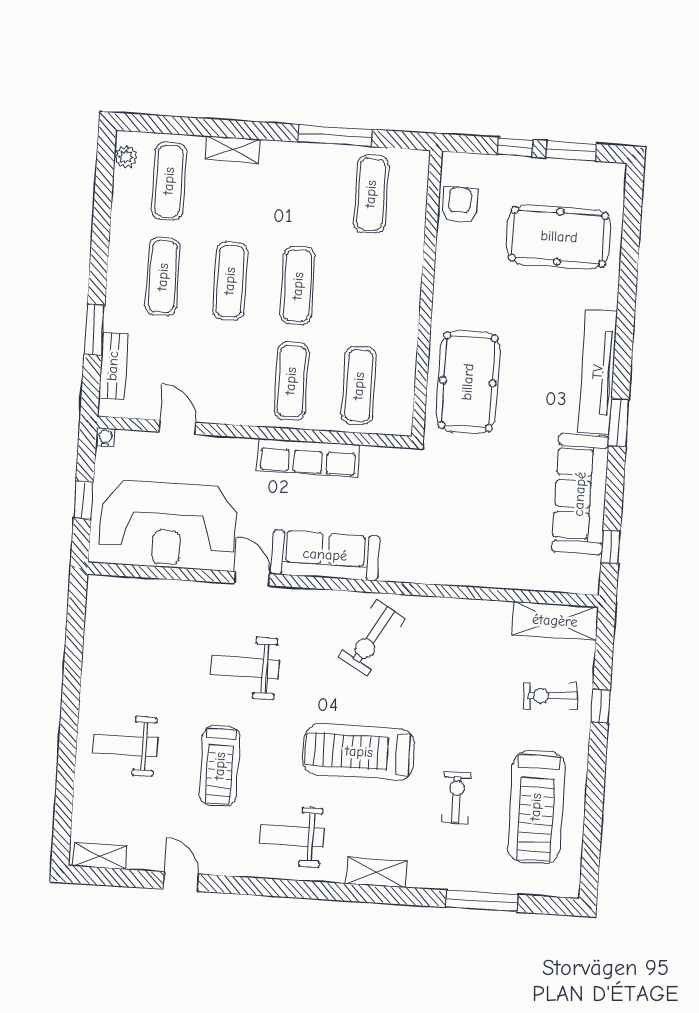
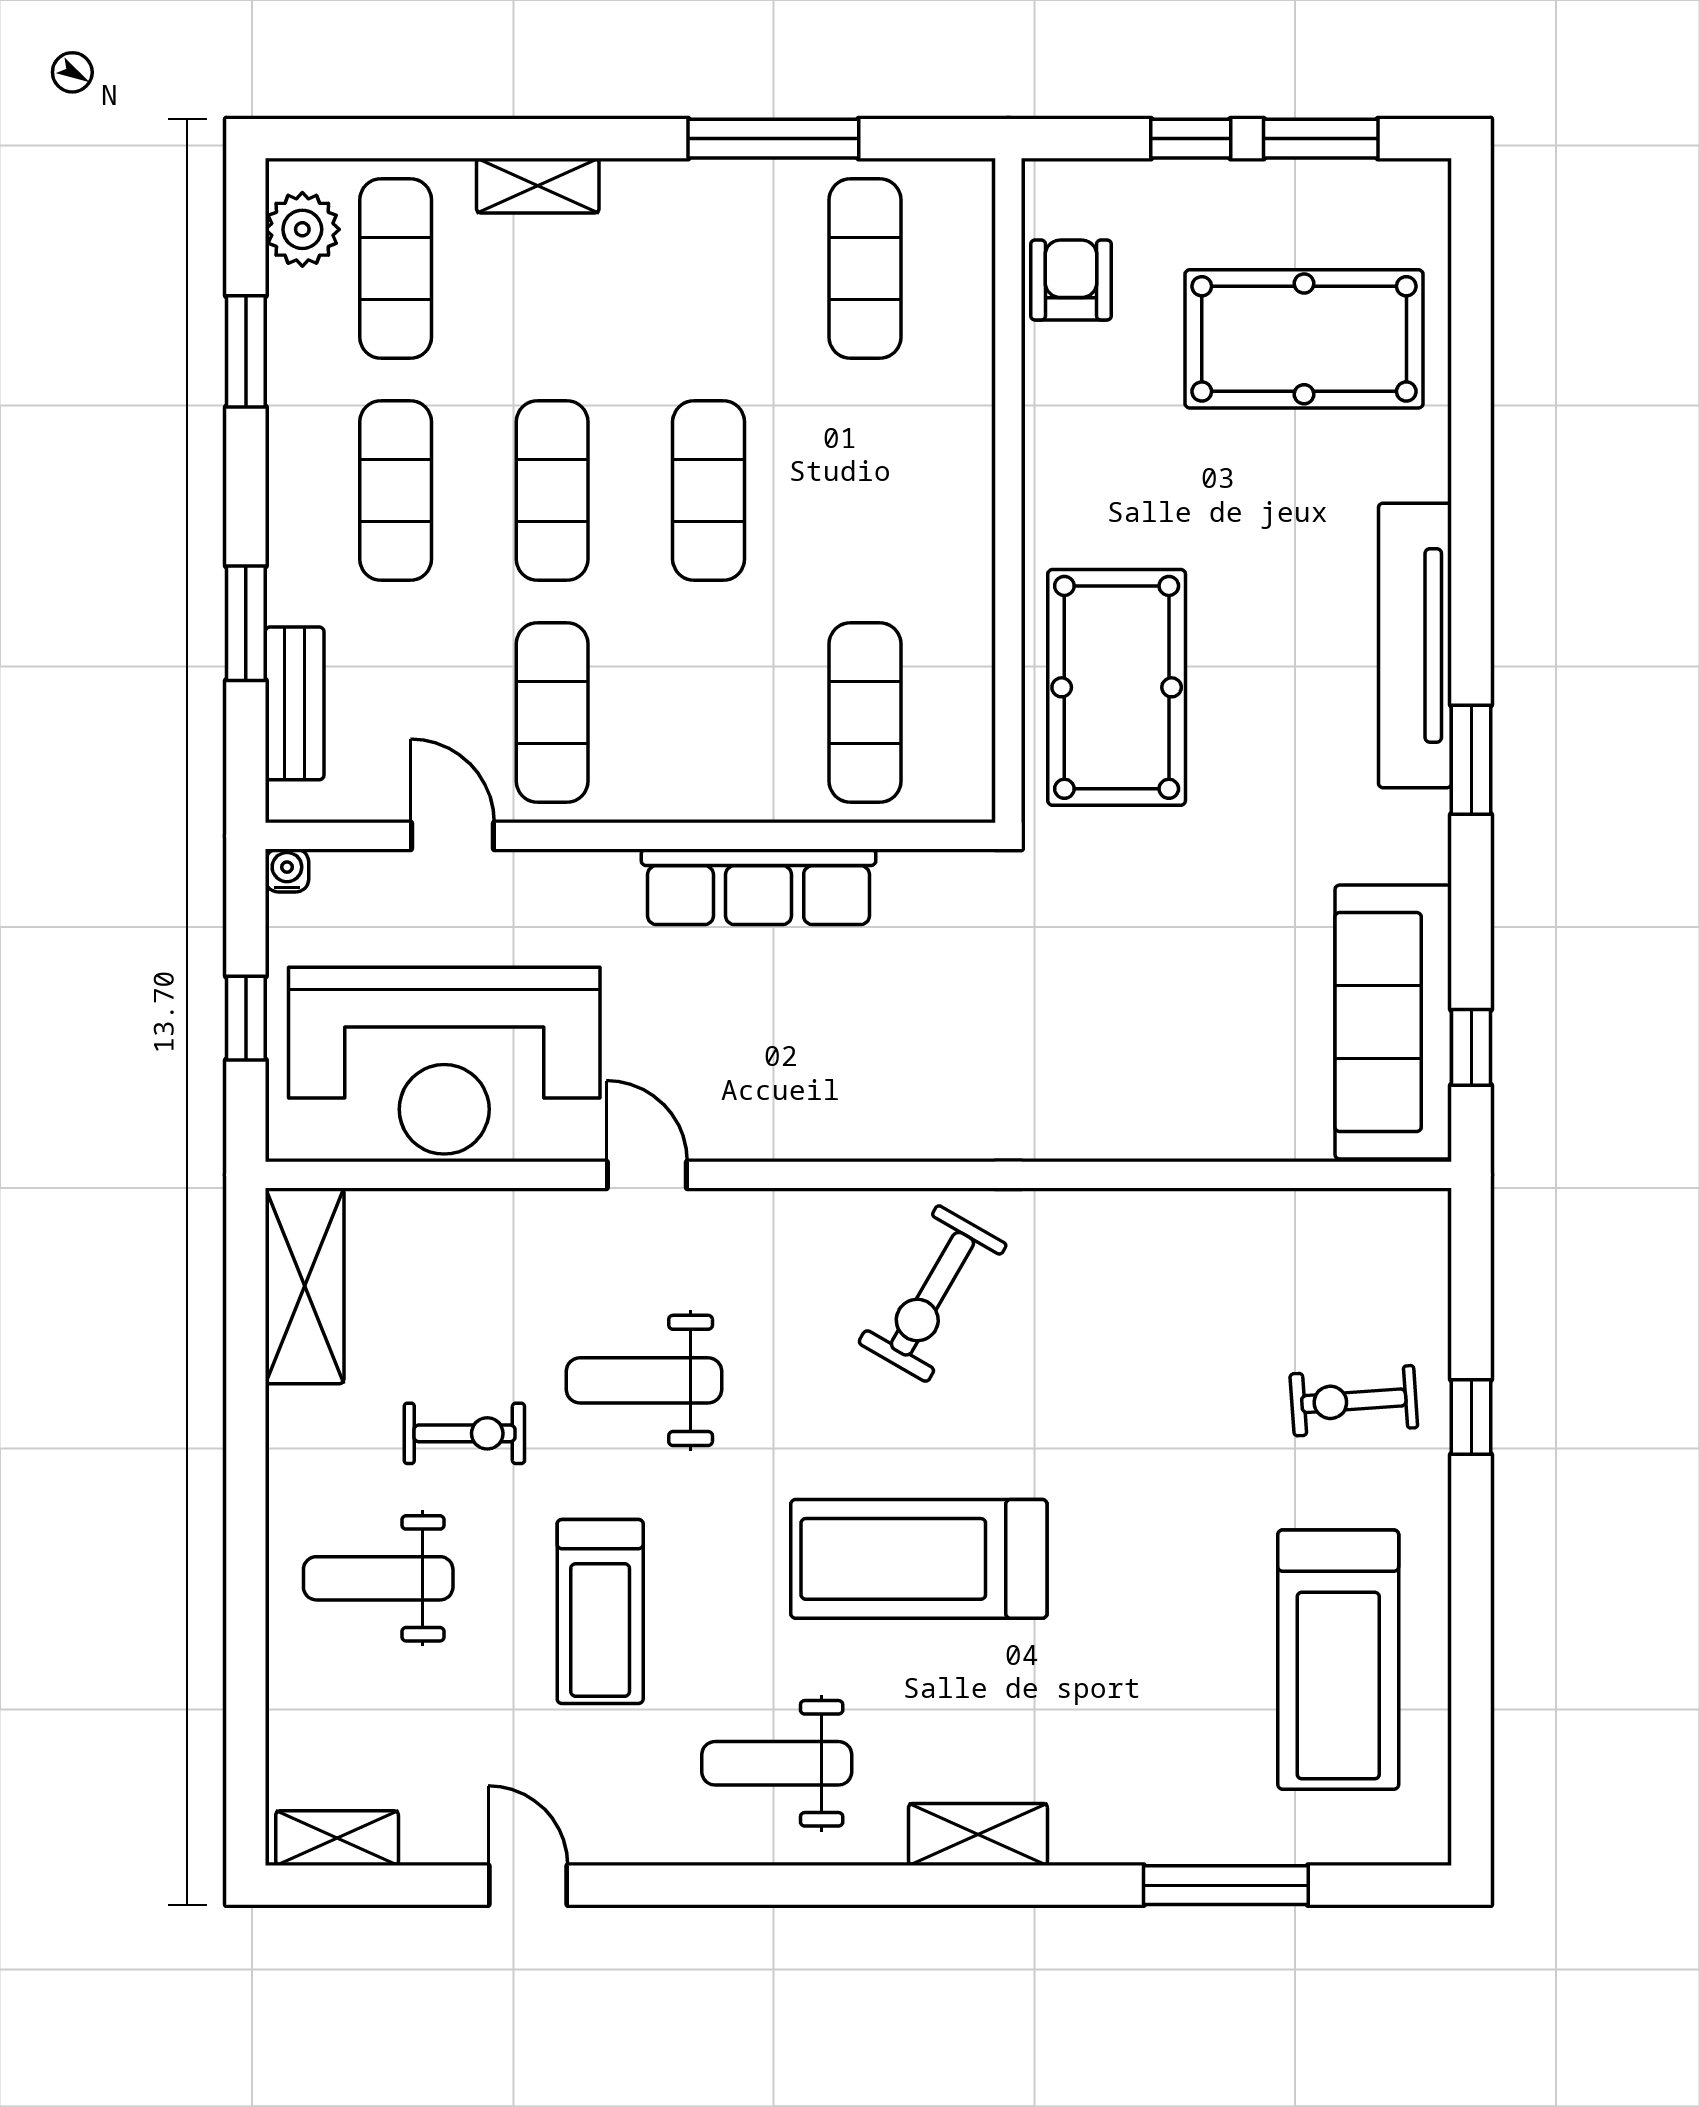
plant: (126, 157) -> (302, 229), width x1.38, depth x1.38
window: (102, 213) -> (246, 351), added
exercise mat: (291, 381) -> (552, 713), moved
sofa: (580, 494) -> (1393, 1022), moved
sofa: (325, 555) -> (812, 1110), removed
shelving: (555, 621) -> (305, 1286), moved, turned 90
exercise bike: (456, 797) -> (464, 1433), moved, turned 90

